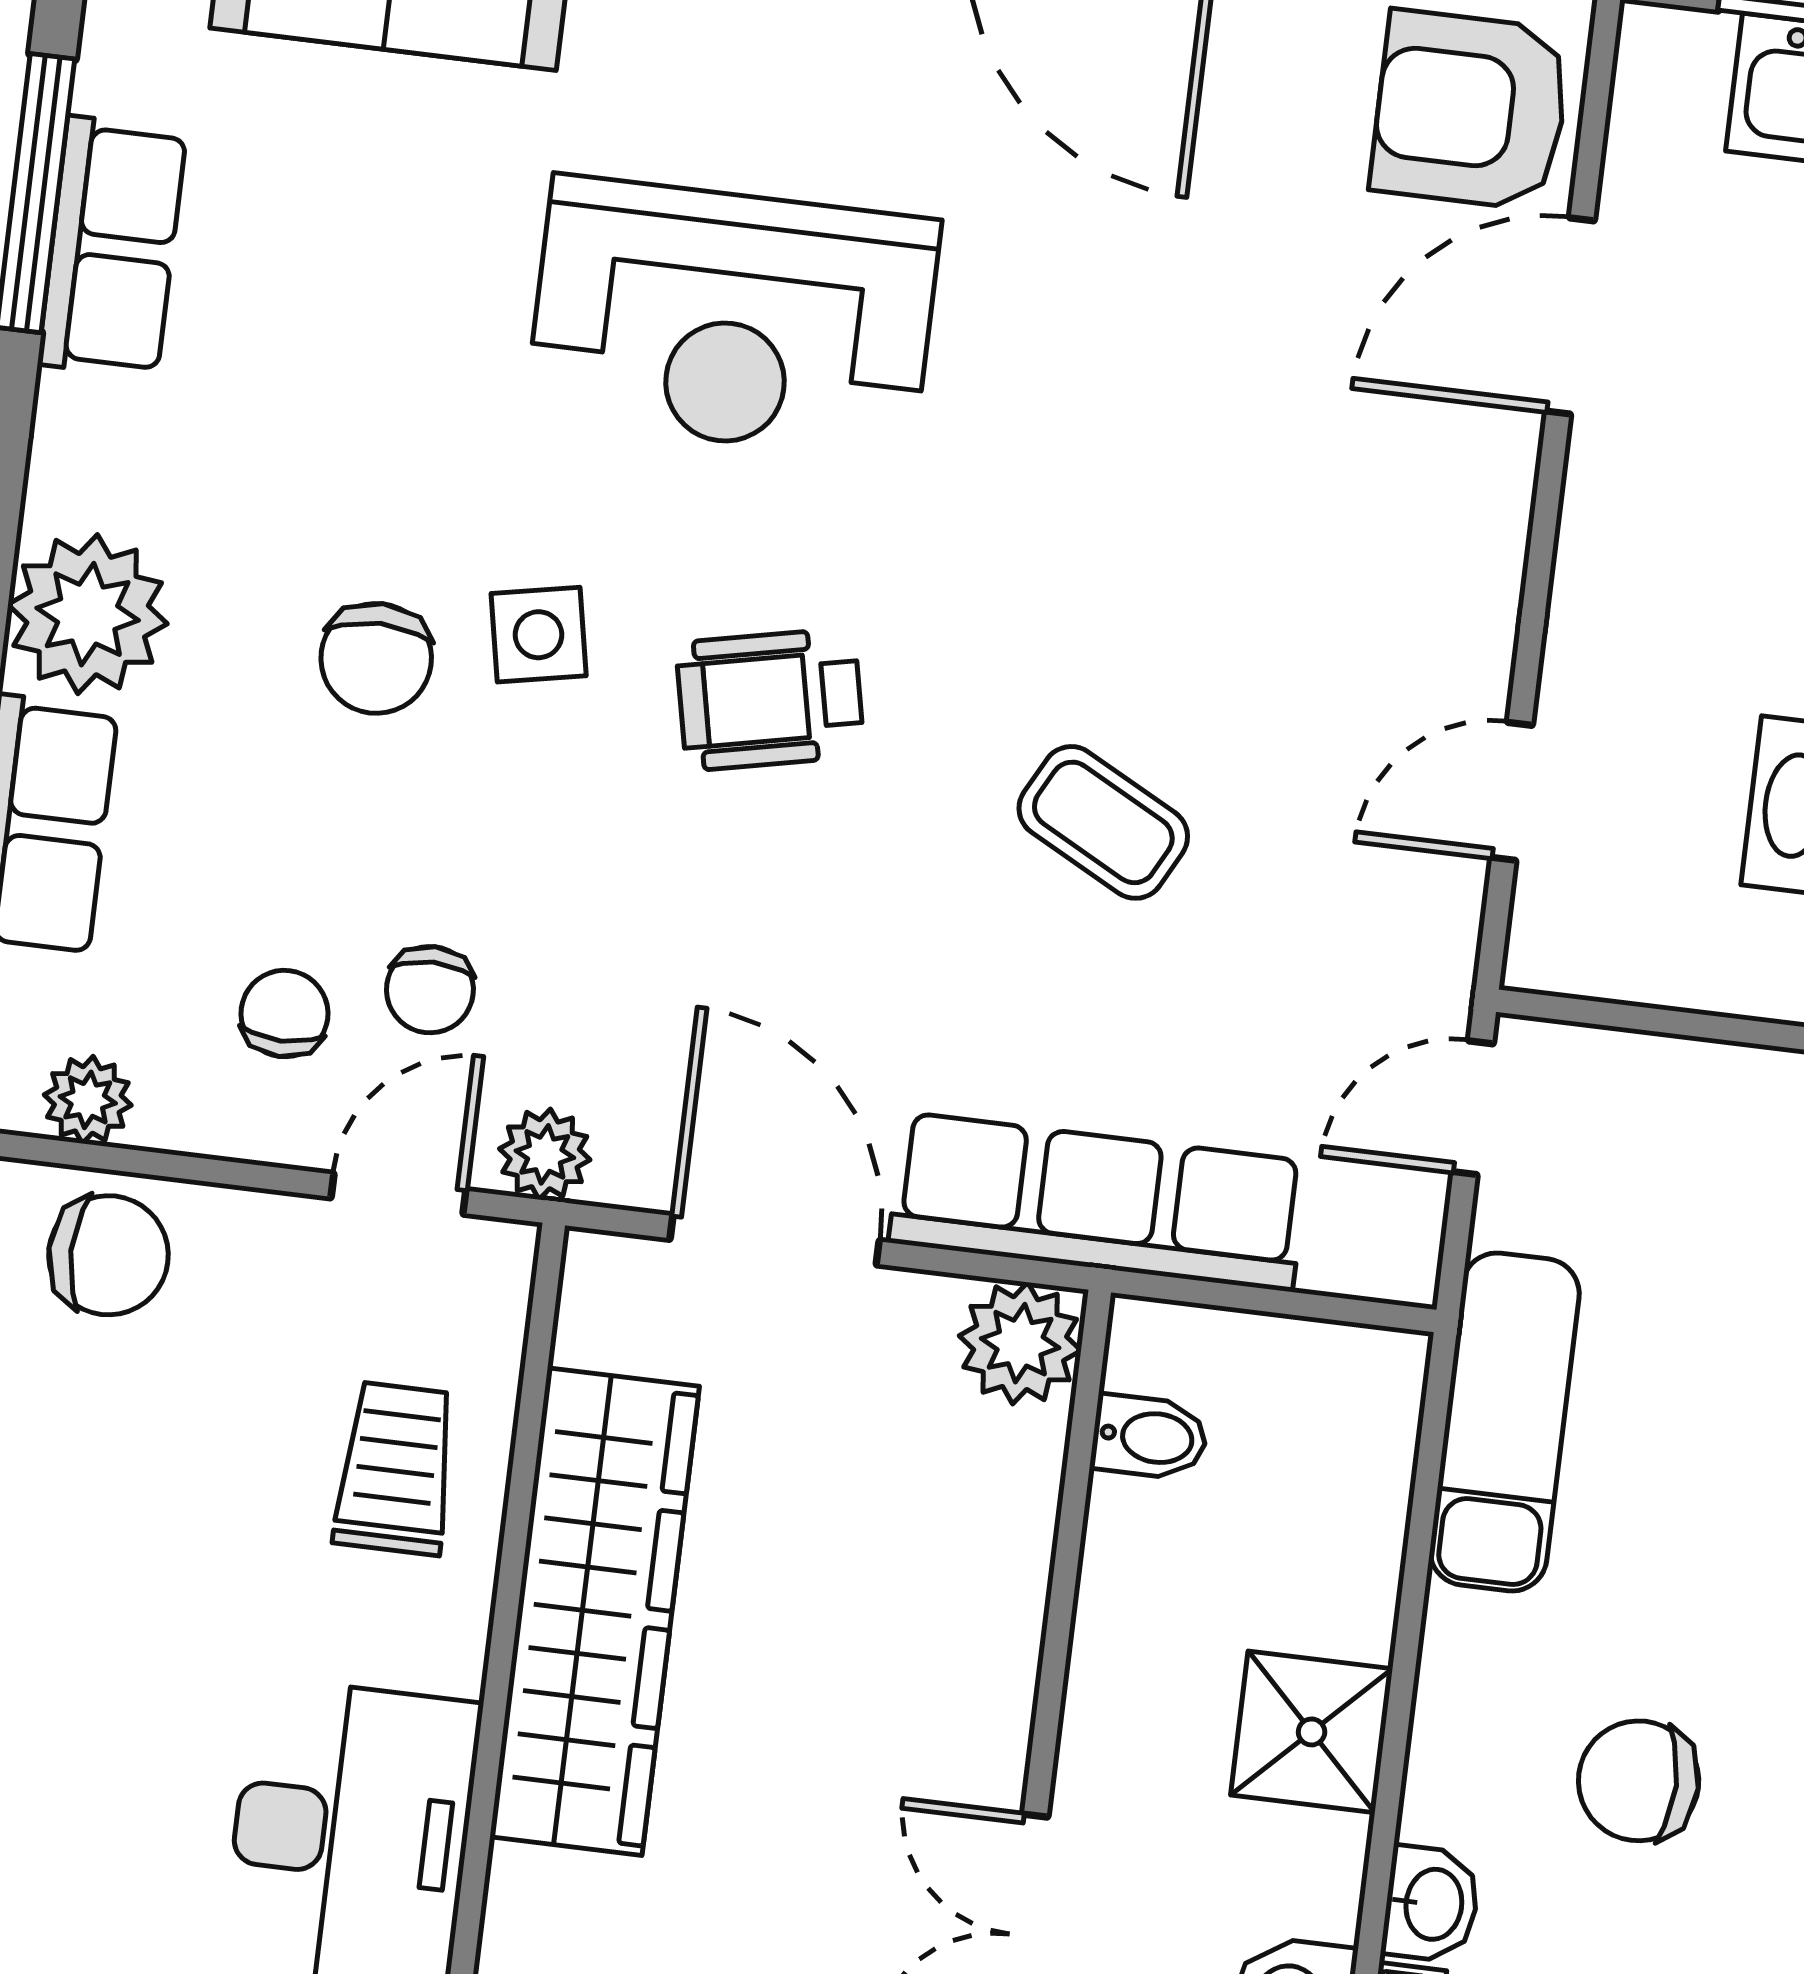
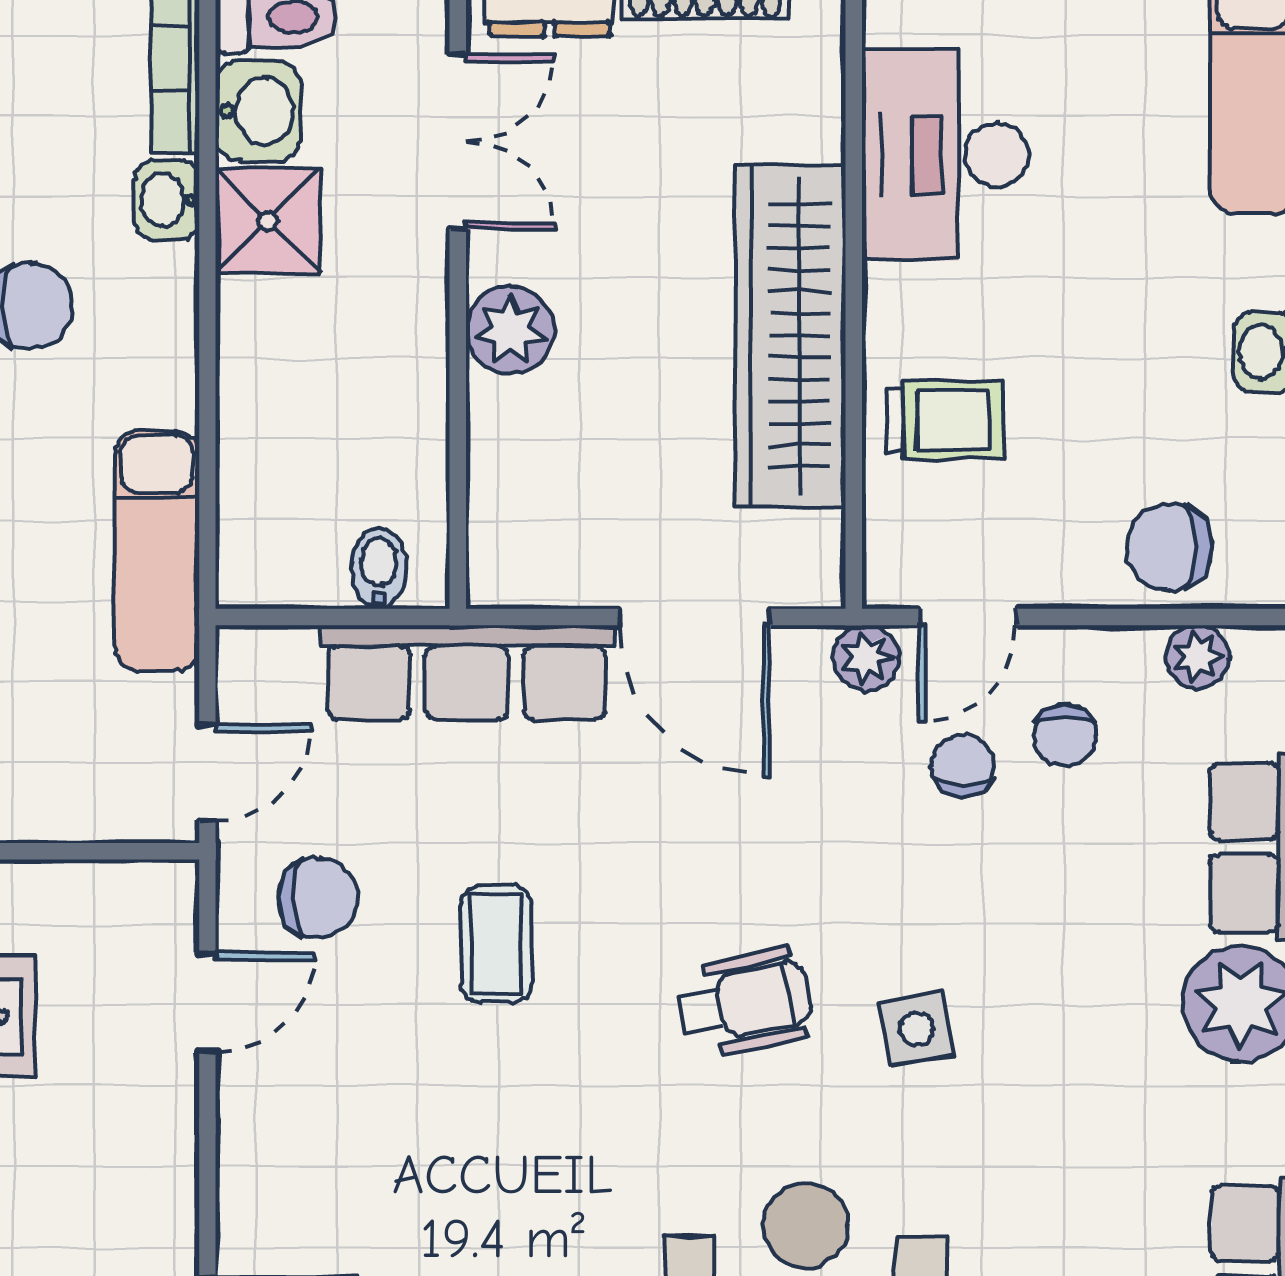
chair: (376, 658) -> (318, 897), moved, turned 90
coffee table: (1103, 822) -> (496, 944), turned 62
plant: (1020, 1343) -> (510, 330), moved
bidet: (1149, 1437) -> (379, 569), moved, turned 90
trolley: (396, 1469) -> (945, 420), turned -90
shower: (1312, 1732) -> (268, 221), moved

